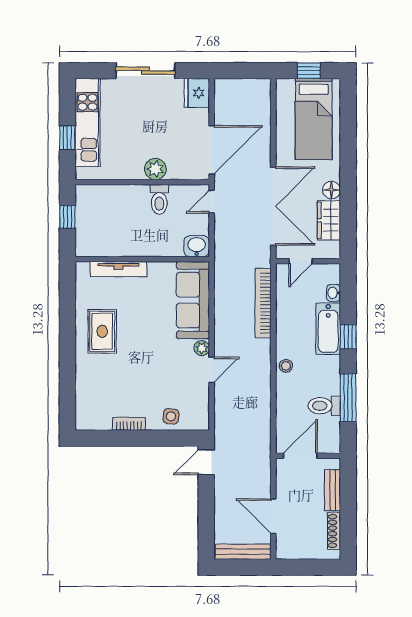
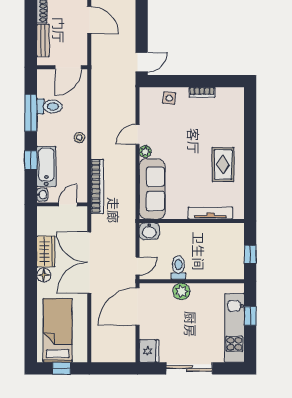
door: (301, 261) -> (68, 204), moved
wall: (308, 261) -> (62, 204), moved

